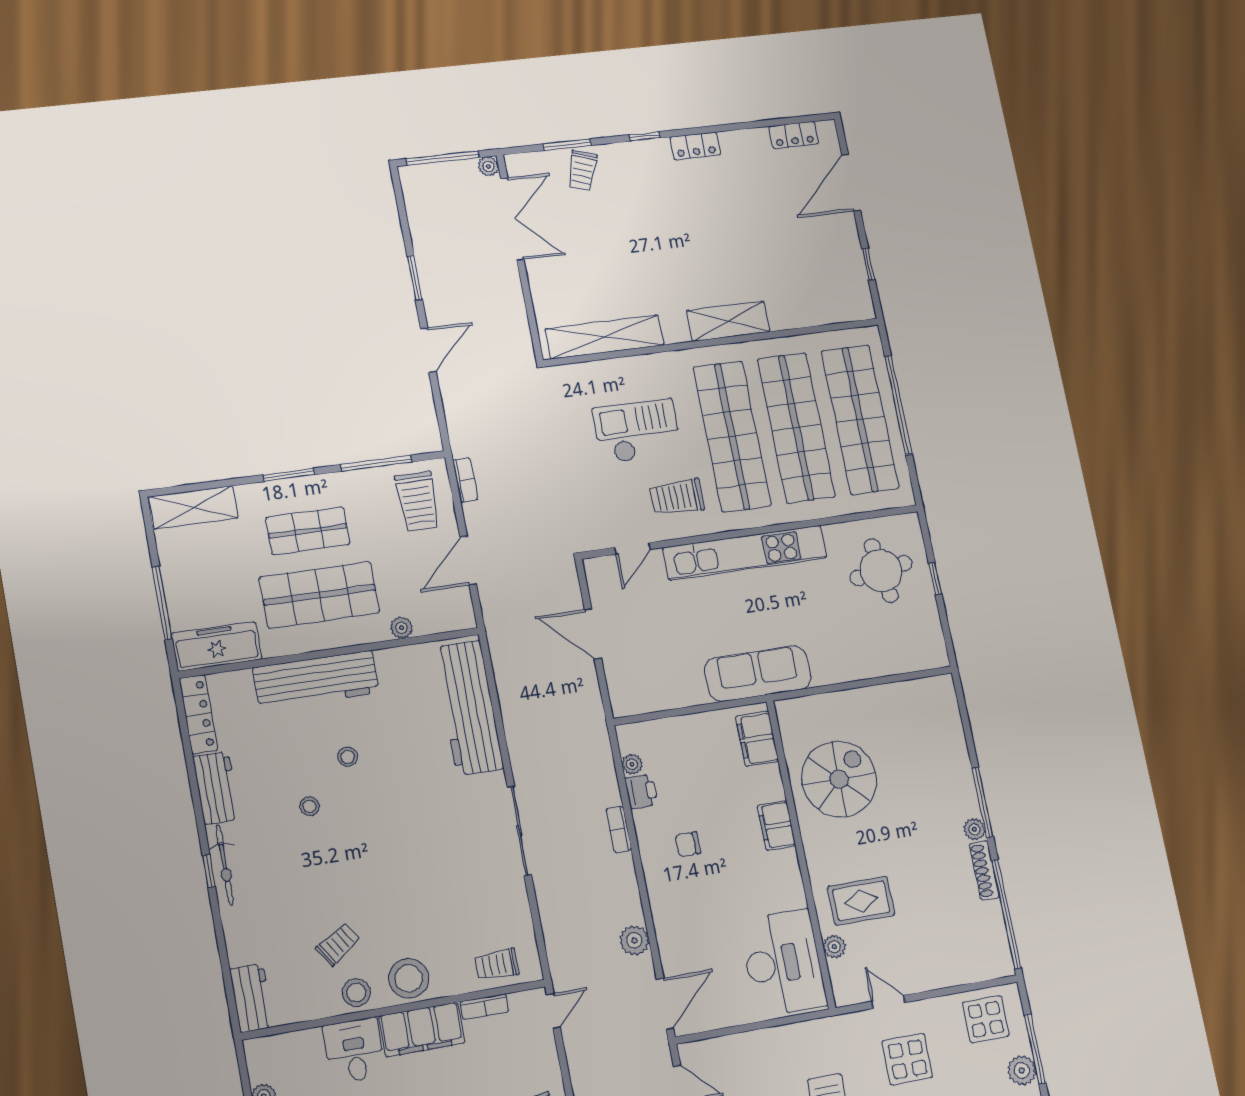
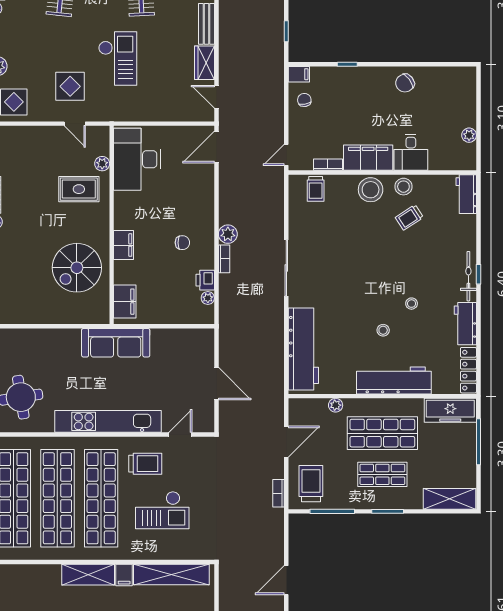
filing cabinet: (675, 327) -> (124, 575), added
plant: (634, 940) -> (228, 234), moved
trolley: (497, 965) -> (316, 189), turned 90

